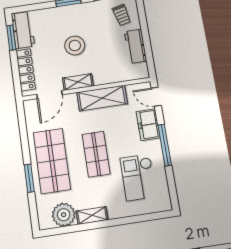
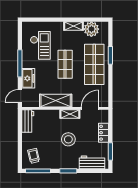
workbench: (23, 30) -> (92, 162), moved, turned 90
workbench: (136, 46) -> (28, 121), moved
locker: (26, 70) -> (104, 133), width x0.66
door: (156, 97) -> (20, 96), swing flipped

